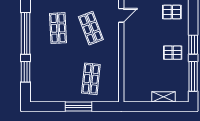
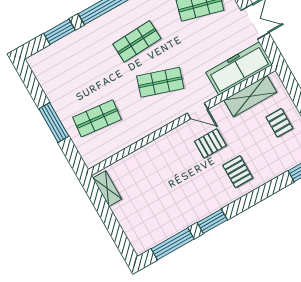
shop shelf: (91, 28) -> (160, 82), turned 39
pallet: (173, 53) -> (210, 143), moved, turned 90
shelving: (164, 97) -> (107, 189), moved

